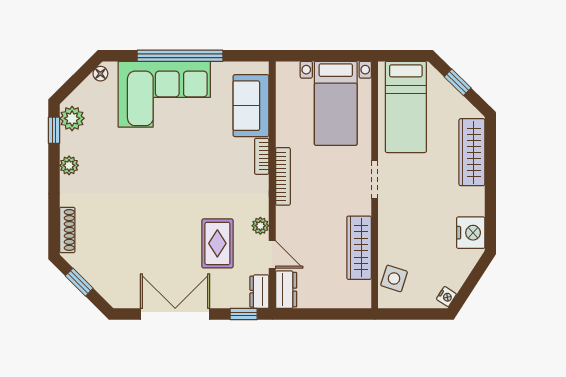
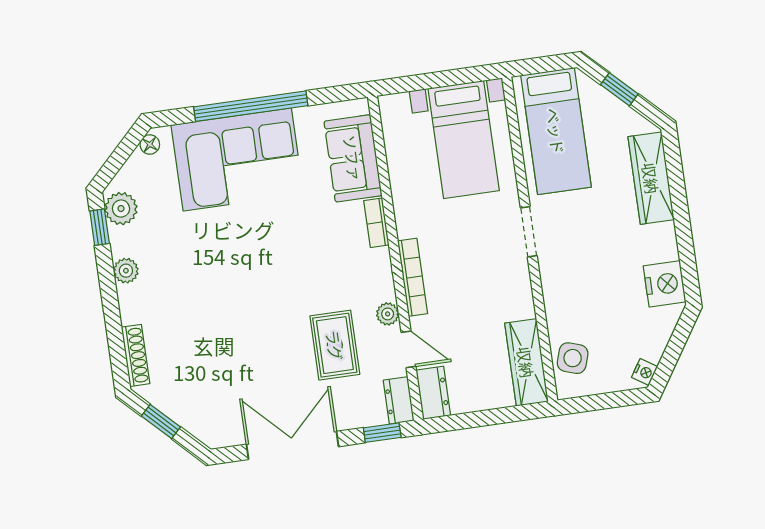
bookcase: (283, 176) -> (413, 277), moved
wardrobe: (359, 248) -> (526, 362), moved

